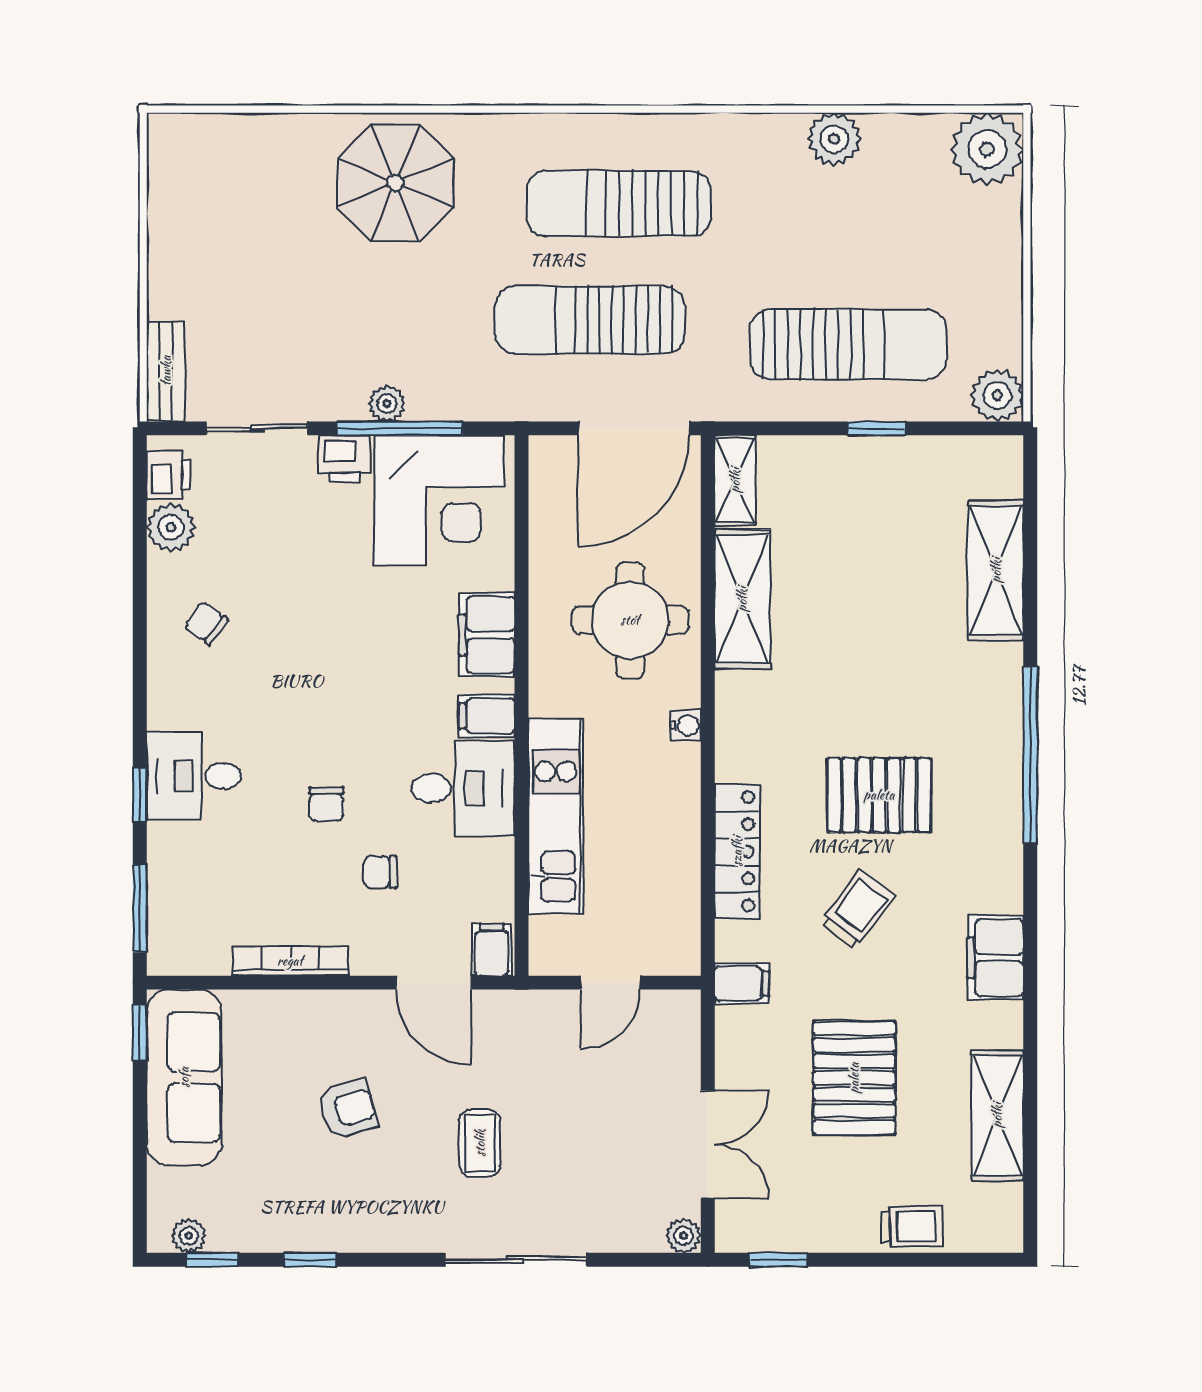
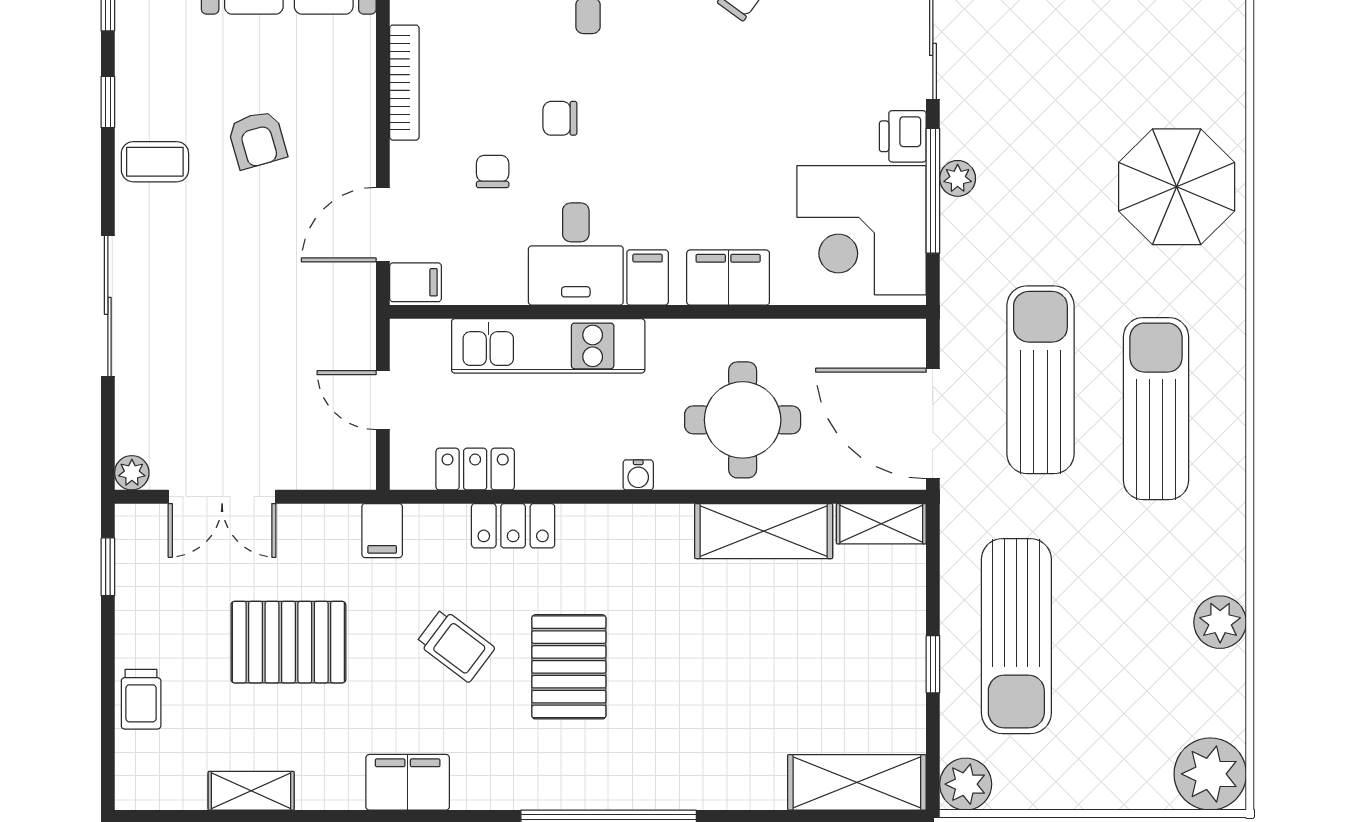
shelving: (996, 570) -> (857, 782), moved
locker: (737, 851) -> (513, 526), width x0.66
locker: (680, 890) -> (475, 469), added
shelving: (997, 1115) -> (251, 791), width x0.67, depth x0.75
coffee table: (480, 1143) -> (155, 162), moved

